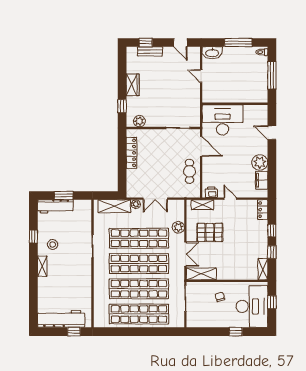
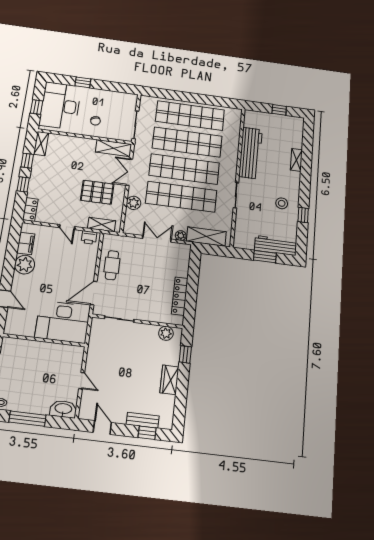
door: (201, 146) -> (94, 293), hinge flipped
shelving: (42, 266) -> (296, 160), moved
workbench: (61, 319) -> (251, 153), moved, turned -90
window: (74, 332) -> (279, 110), moved

